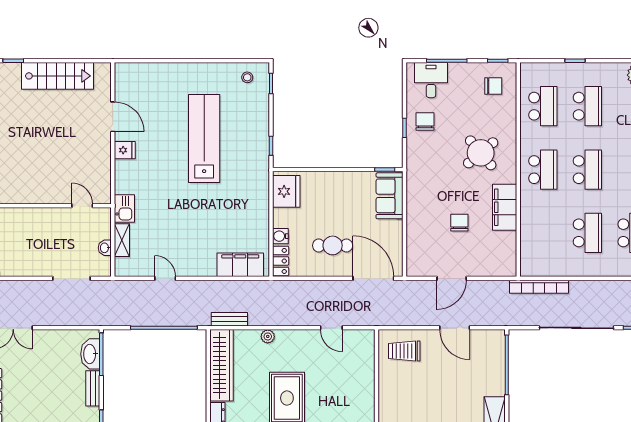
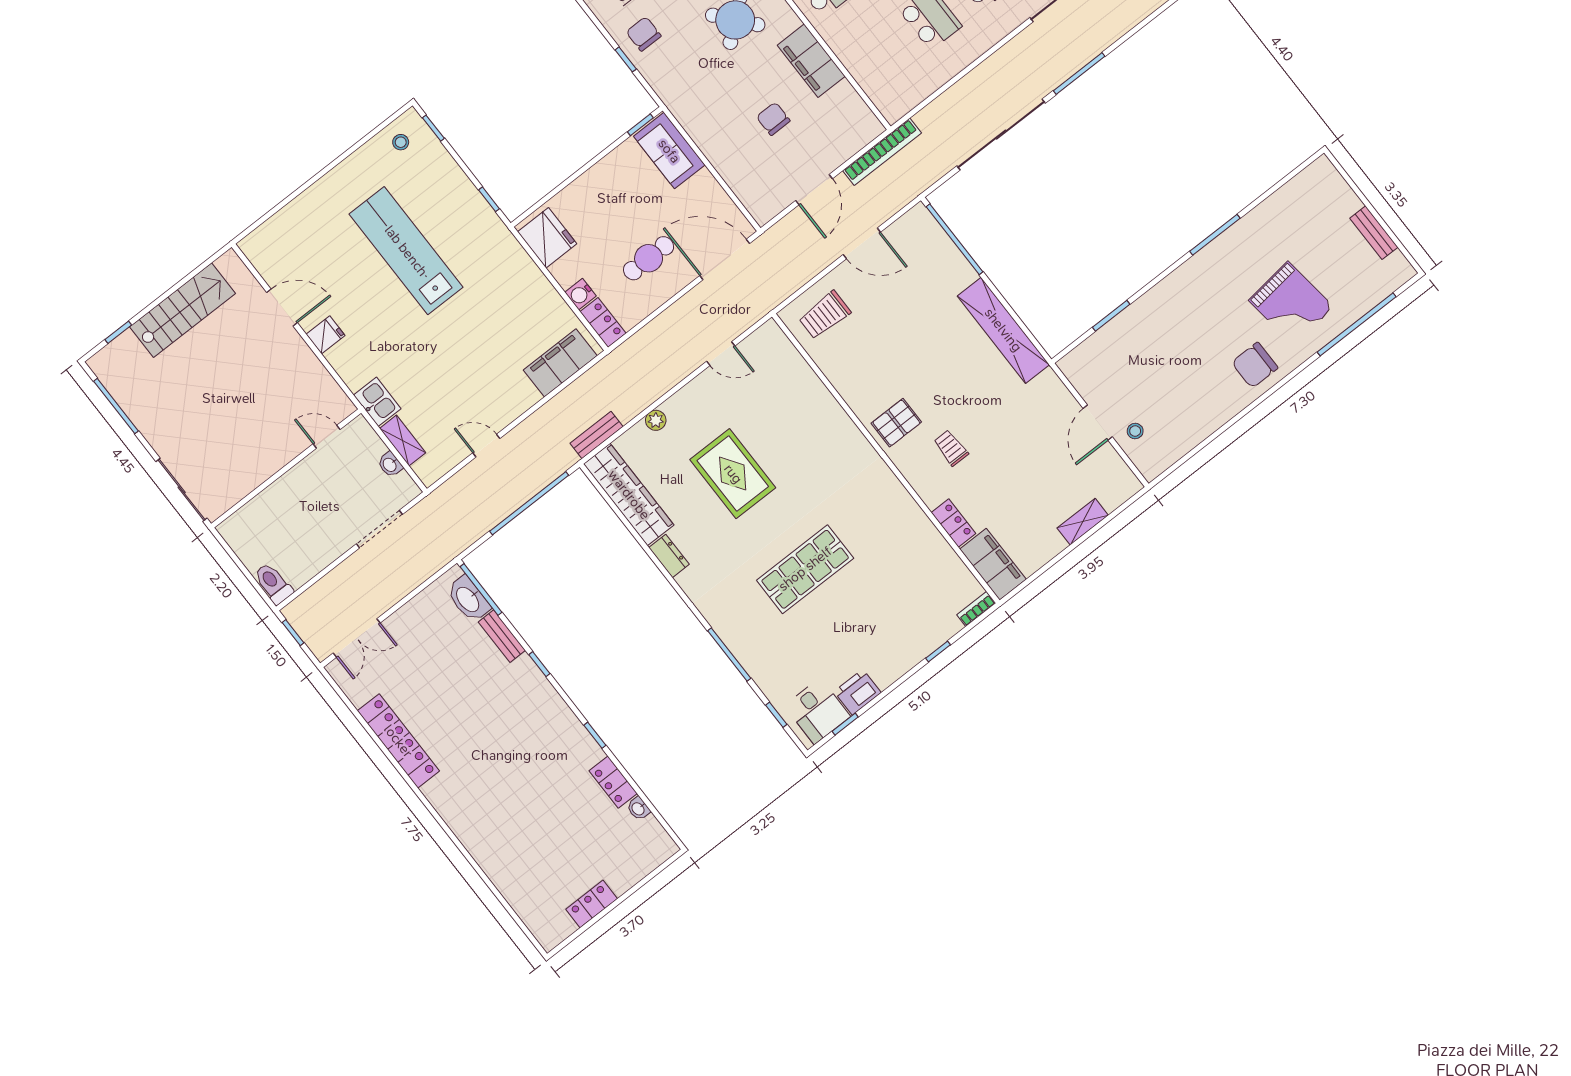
bookcase: (539, 287) -> (882, 152), moved

